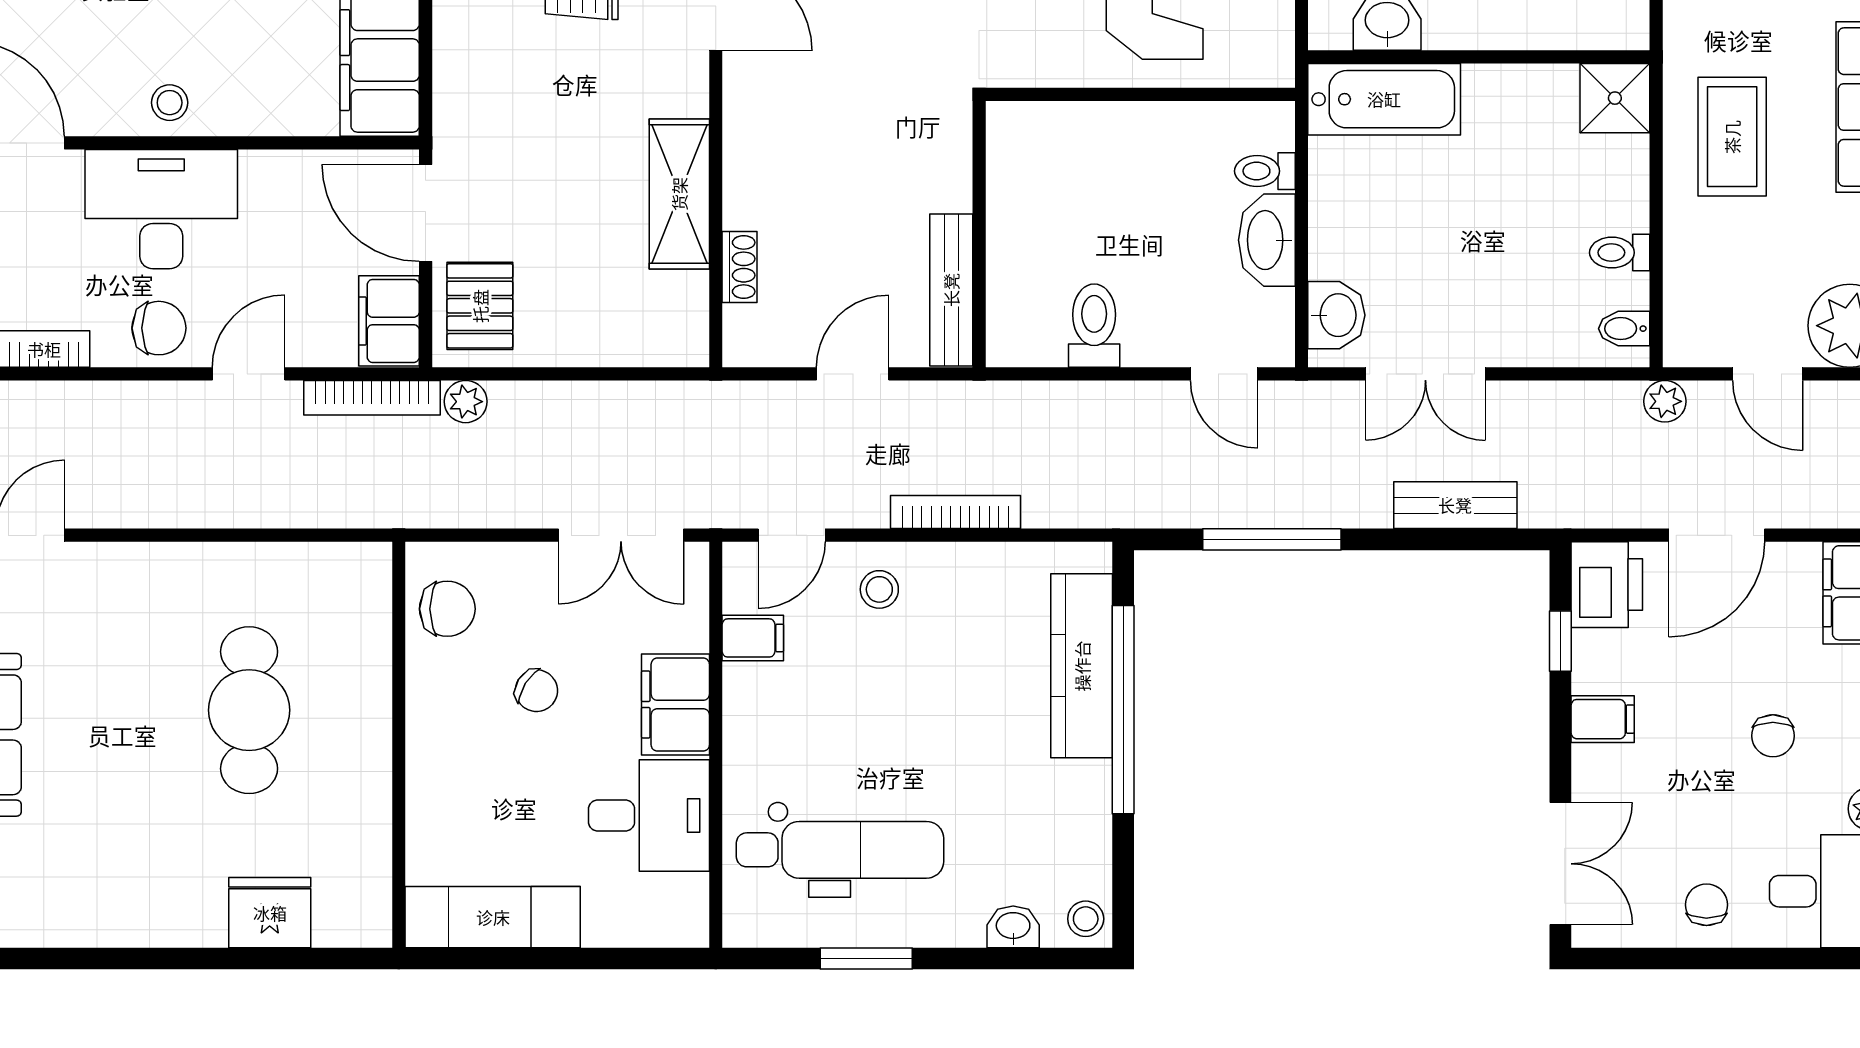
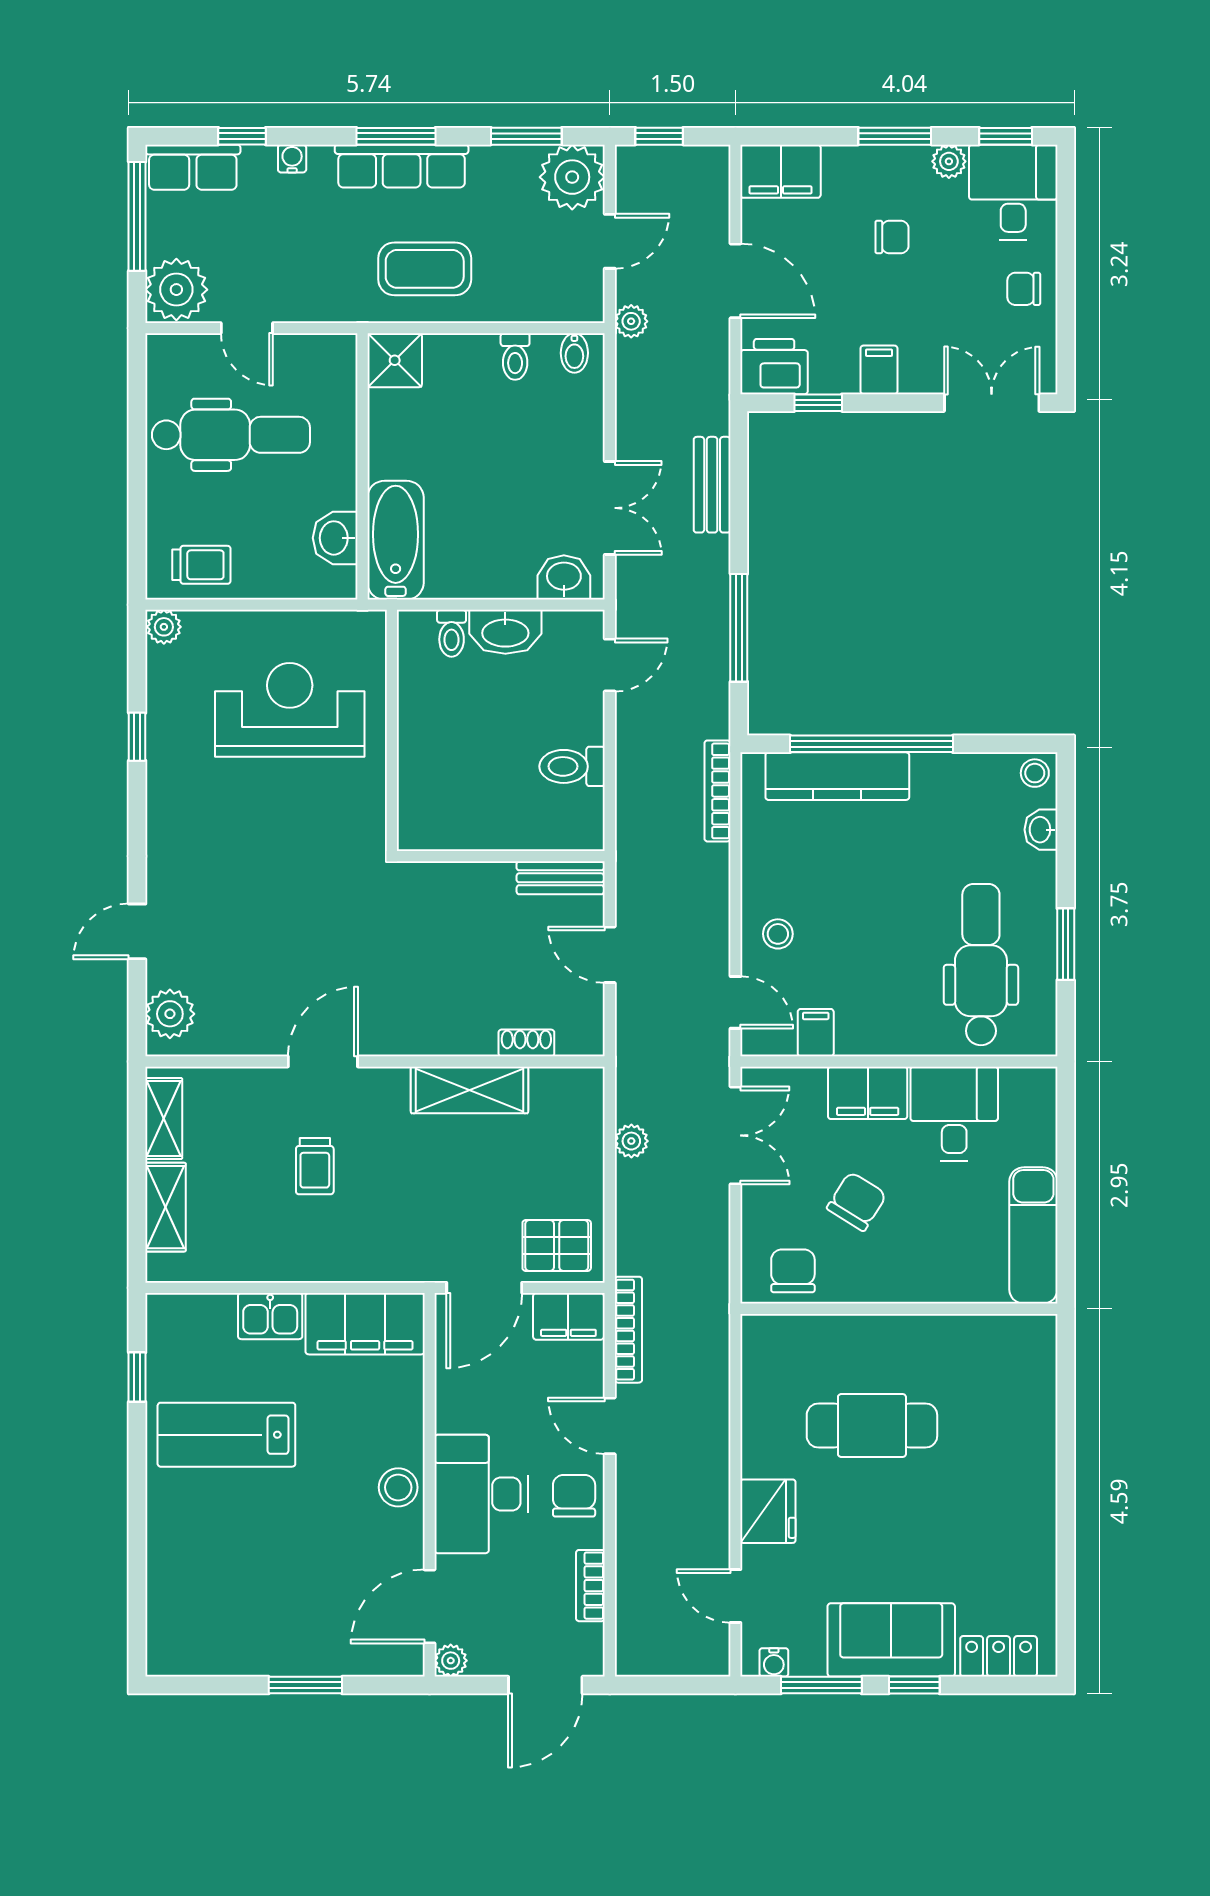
stool: (170, 103) -> (398, 1487), width x1.37, depth x1.37
bench: (951, 290) -> (560, 878), width x0.73
plant: (466, 402) -> (631, 1141), moved
bookcase: (956, 512) -> (717, 791), moved
chair: (536, 691) -> (857, 1201), width x1.37, depth x1.37
fridge: (270, 913) -> (768, 1511), moved, turned 180

